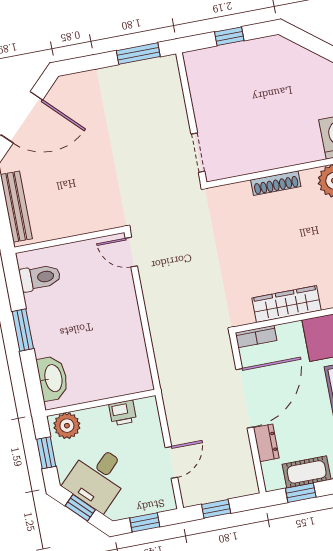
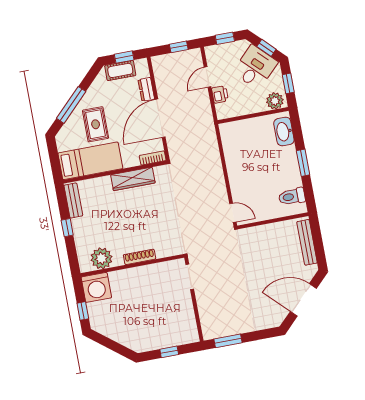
printer: (123, 413) -> (220, 94), moved, turned 90

